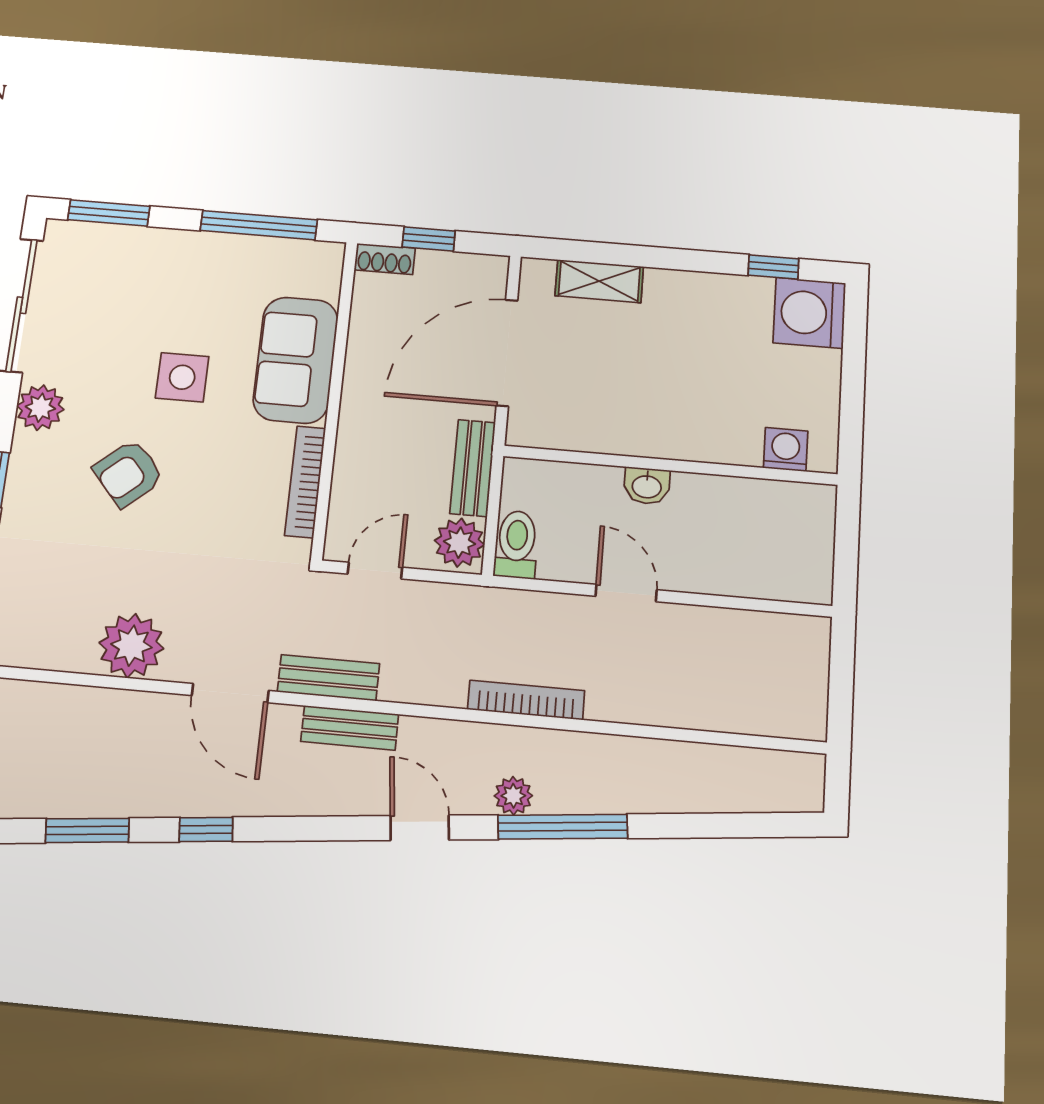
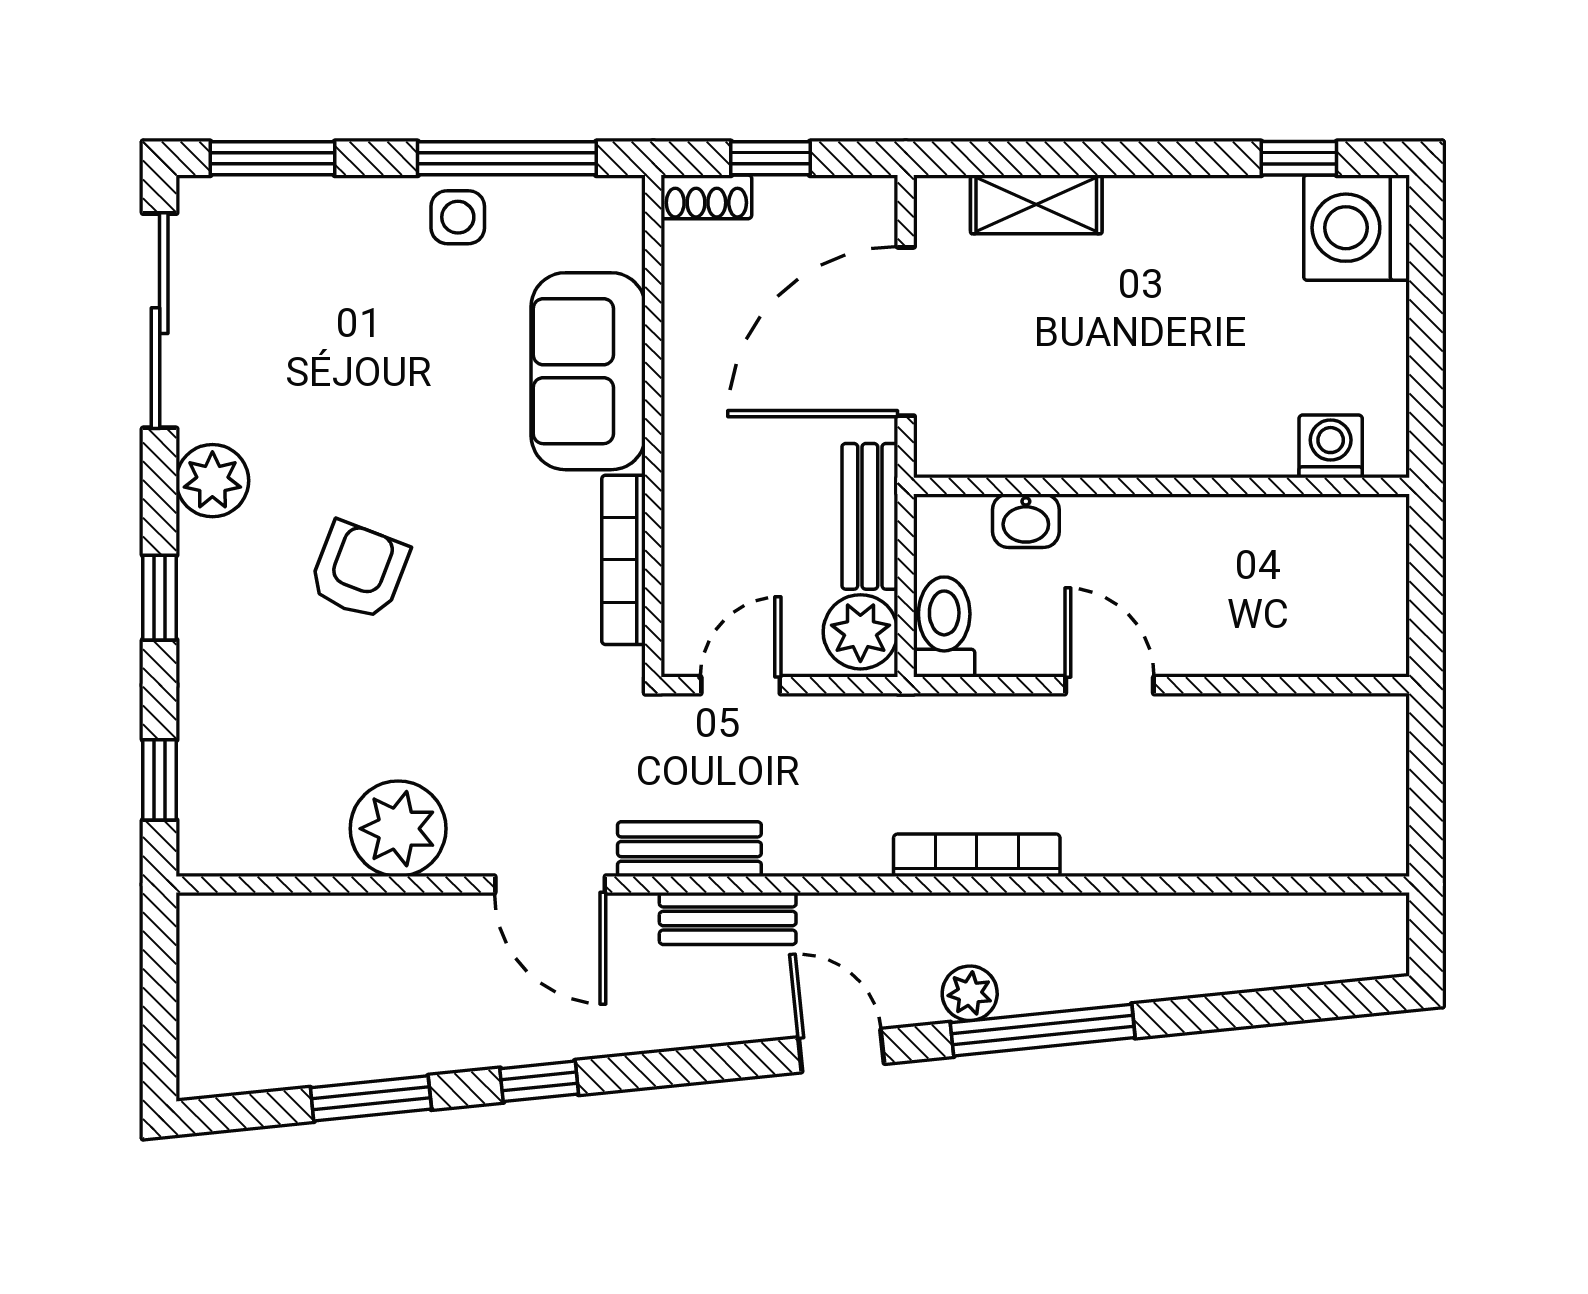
side table: (182, 377) -> (458, 217), moved, width x0.73, depth x0.73
armchair: (128, 473) -> (359, 571), turned 152
washbasin: (647, 486) -> (1026, 521), moved

